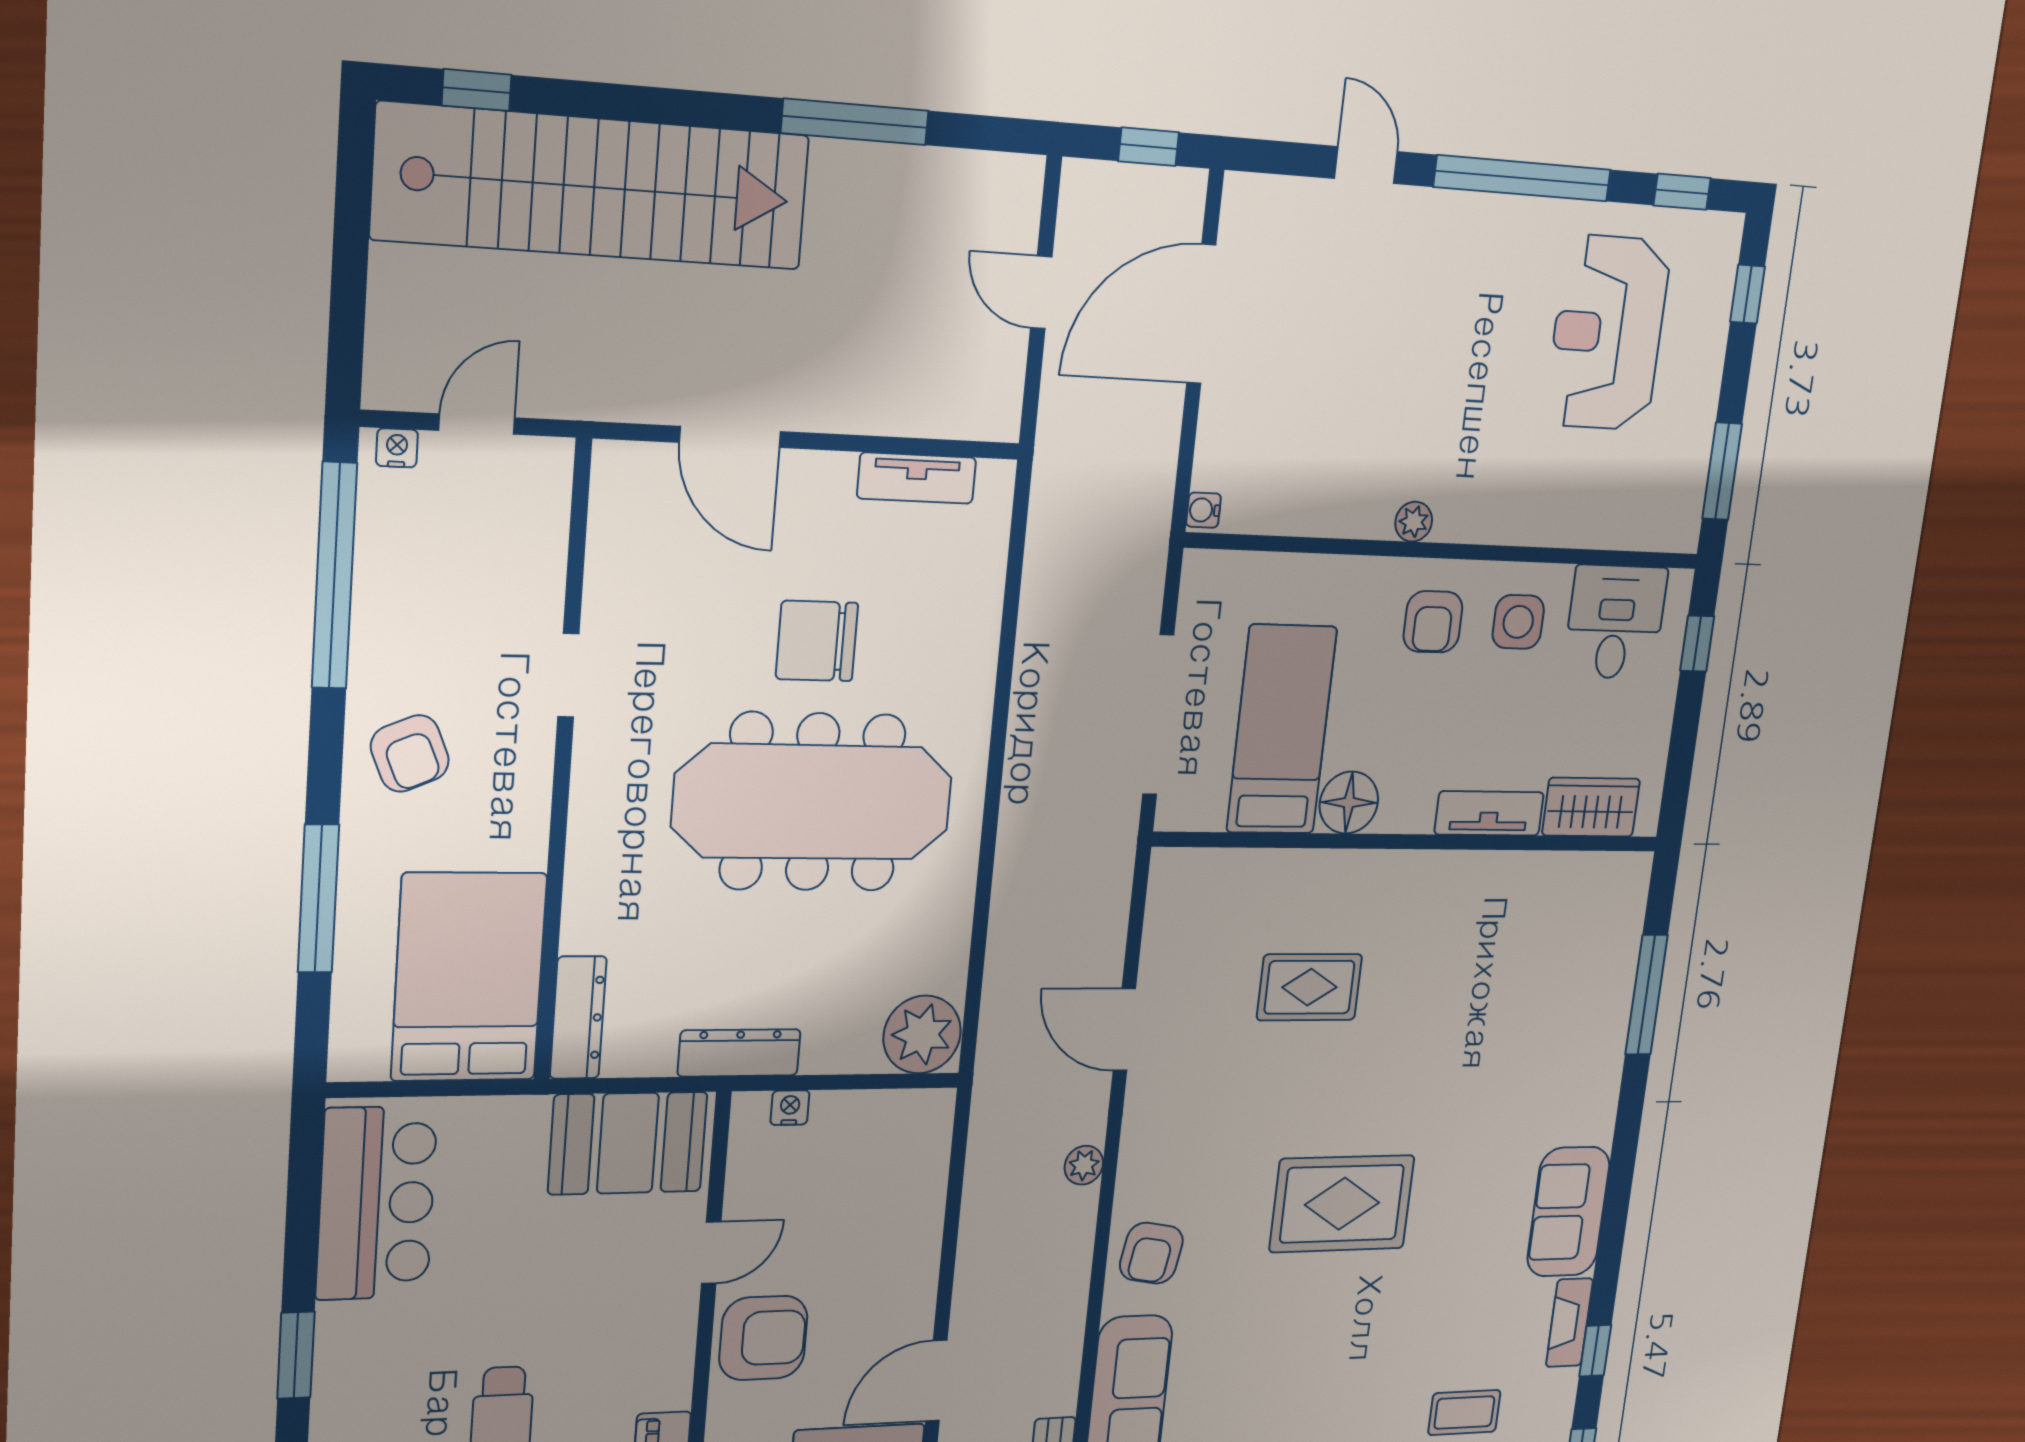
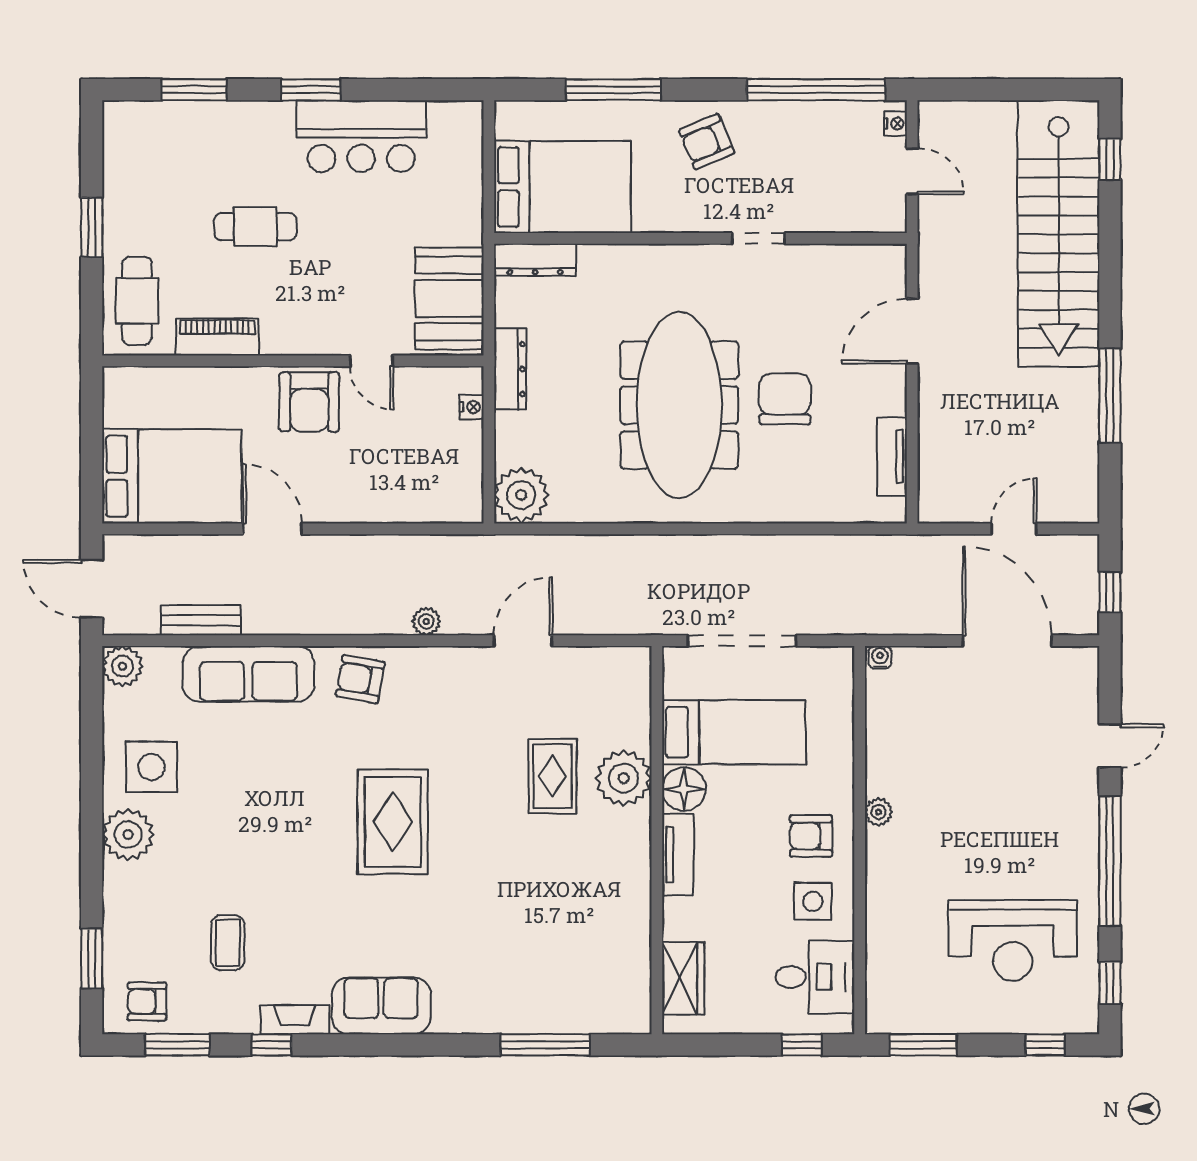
reception desk: (1608, 333) -> (1013, 940), turned 180
tv unit: (1489, 813) -> (678, 855), moved
plant: (1324, 888) -> (624, 778), added
bar counter: (376, 1203) -> (361, 136), moved

